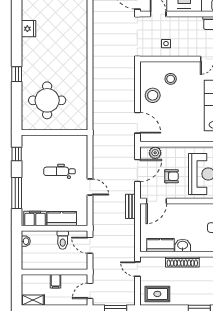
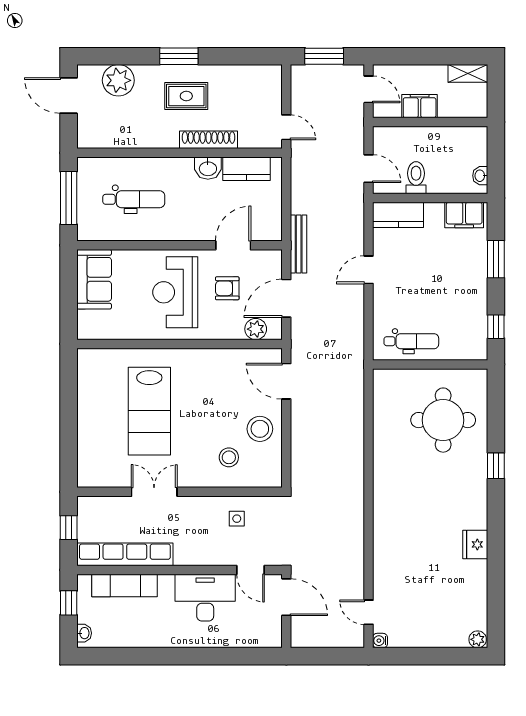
dental chair: (60, 171) -> (411, 341), moved
door: (90, 187) -> (369, 270), hinge flipped
window: (17, 193) -> (496, 259), width x0.69
door: (156, 201) -> (233, 245), moved
bench: (130, 206) -> (299, 244), width x1.36
kitchen counter: (62, 219) -> (398, 215), moved
filing cabinet: (56, 281) -> (420, 106), width x2.00
door: (90, 291) -> (369, 89), hinge flipped
rug: (157, 294) -> (186, 96), moved

